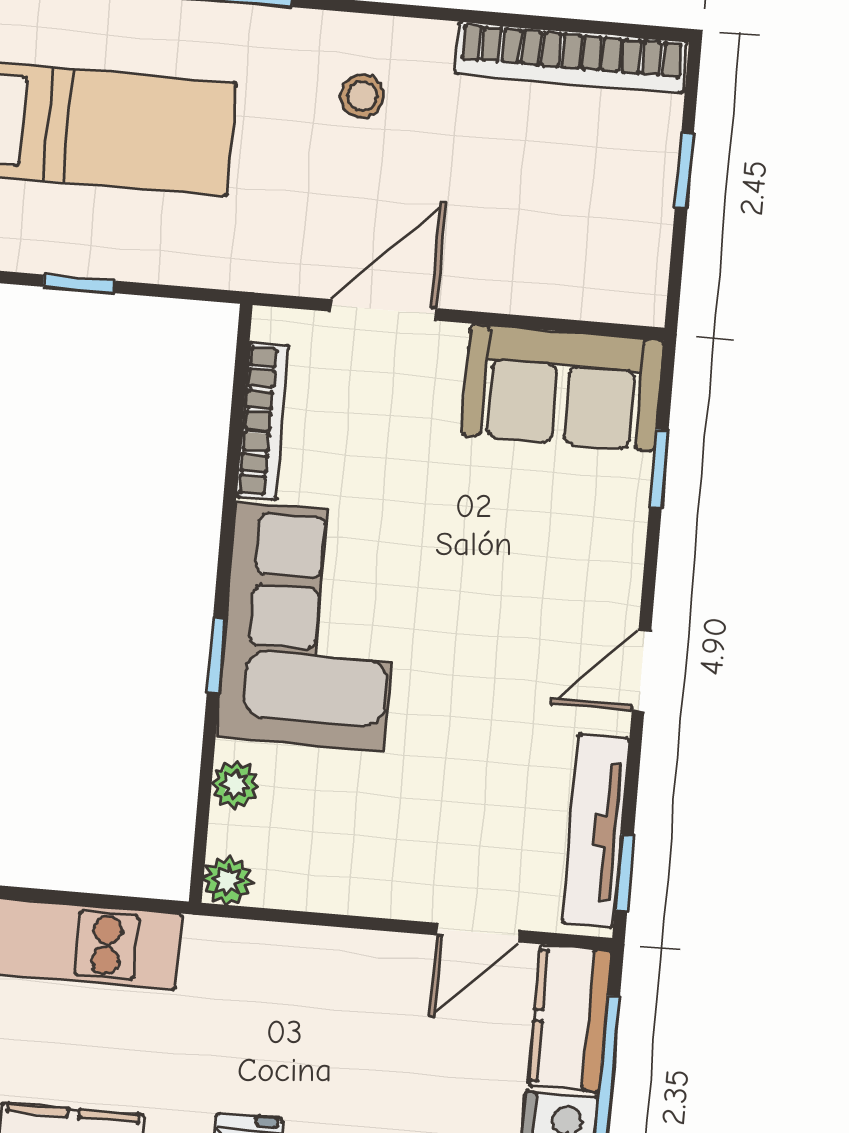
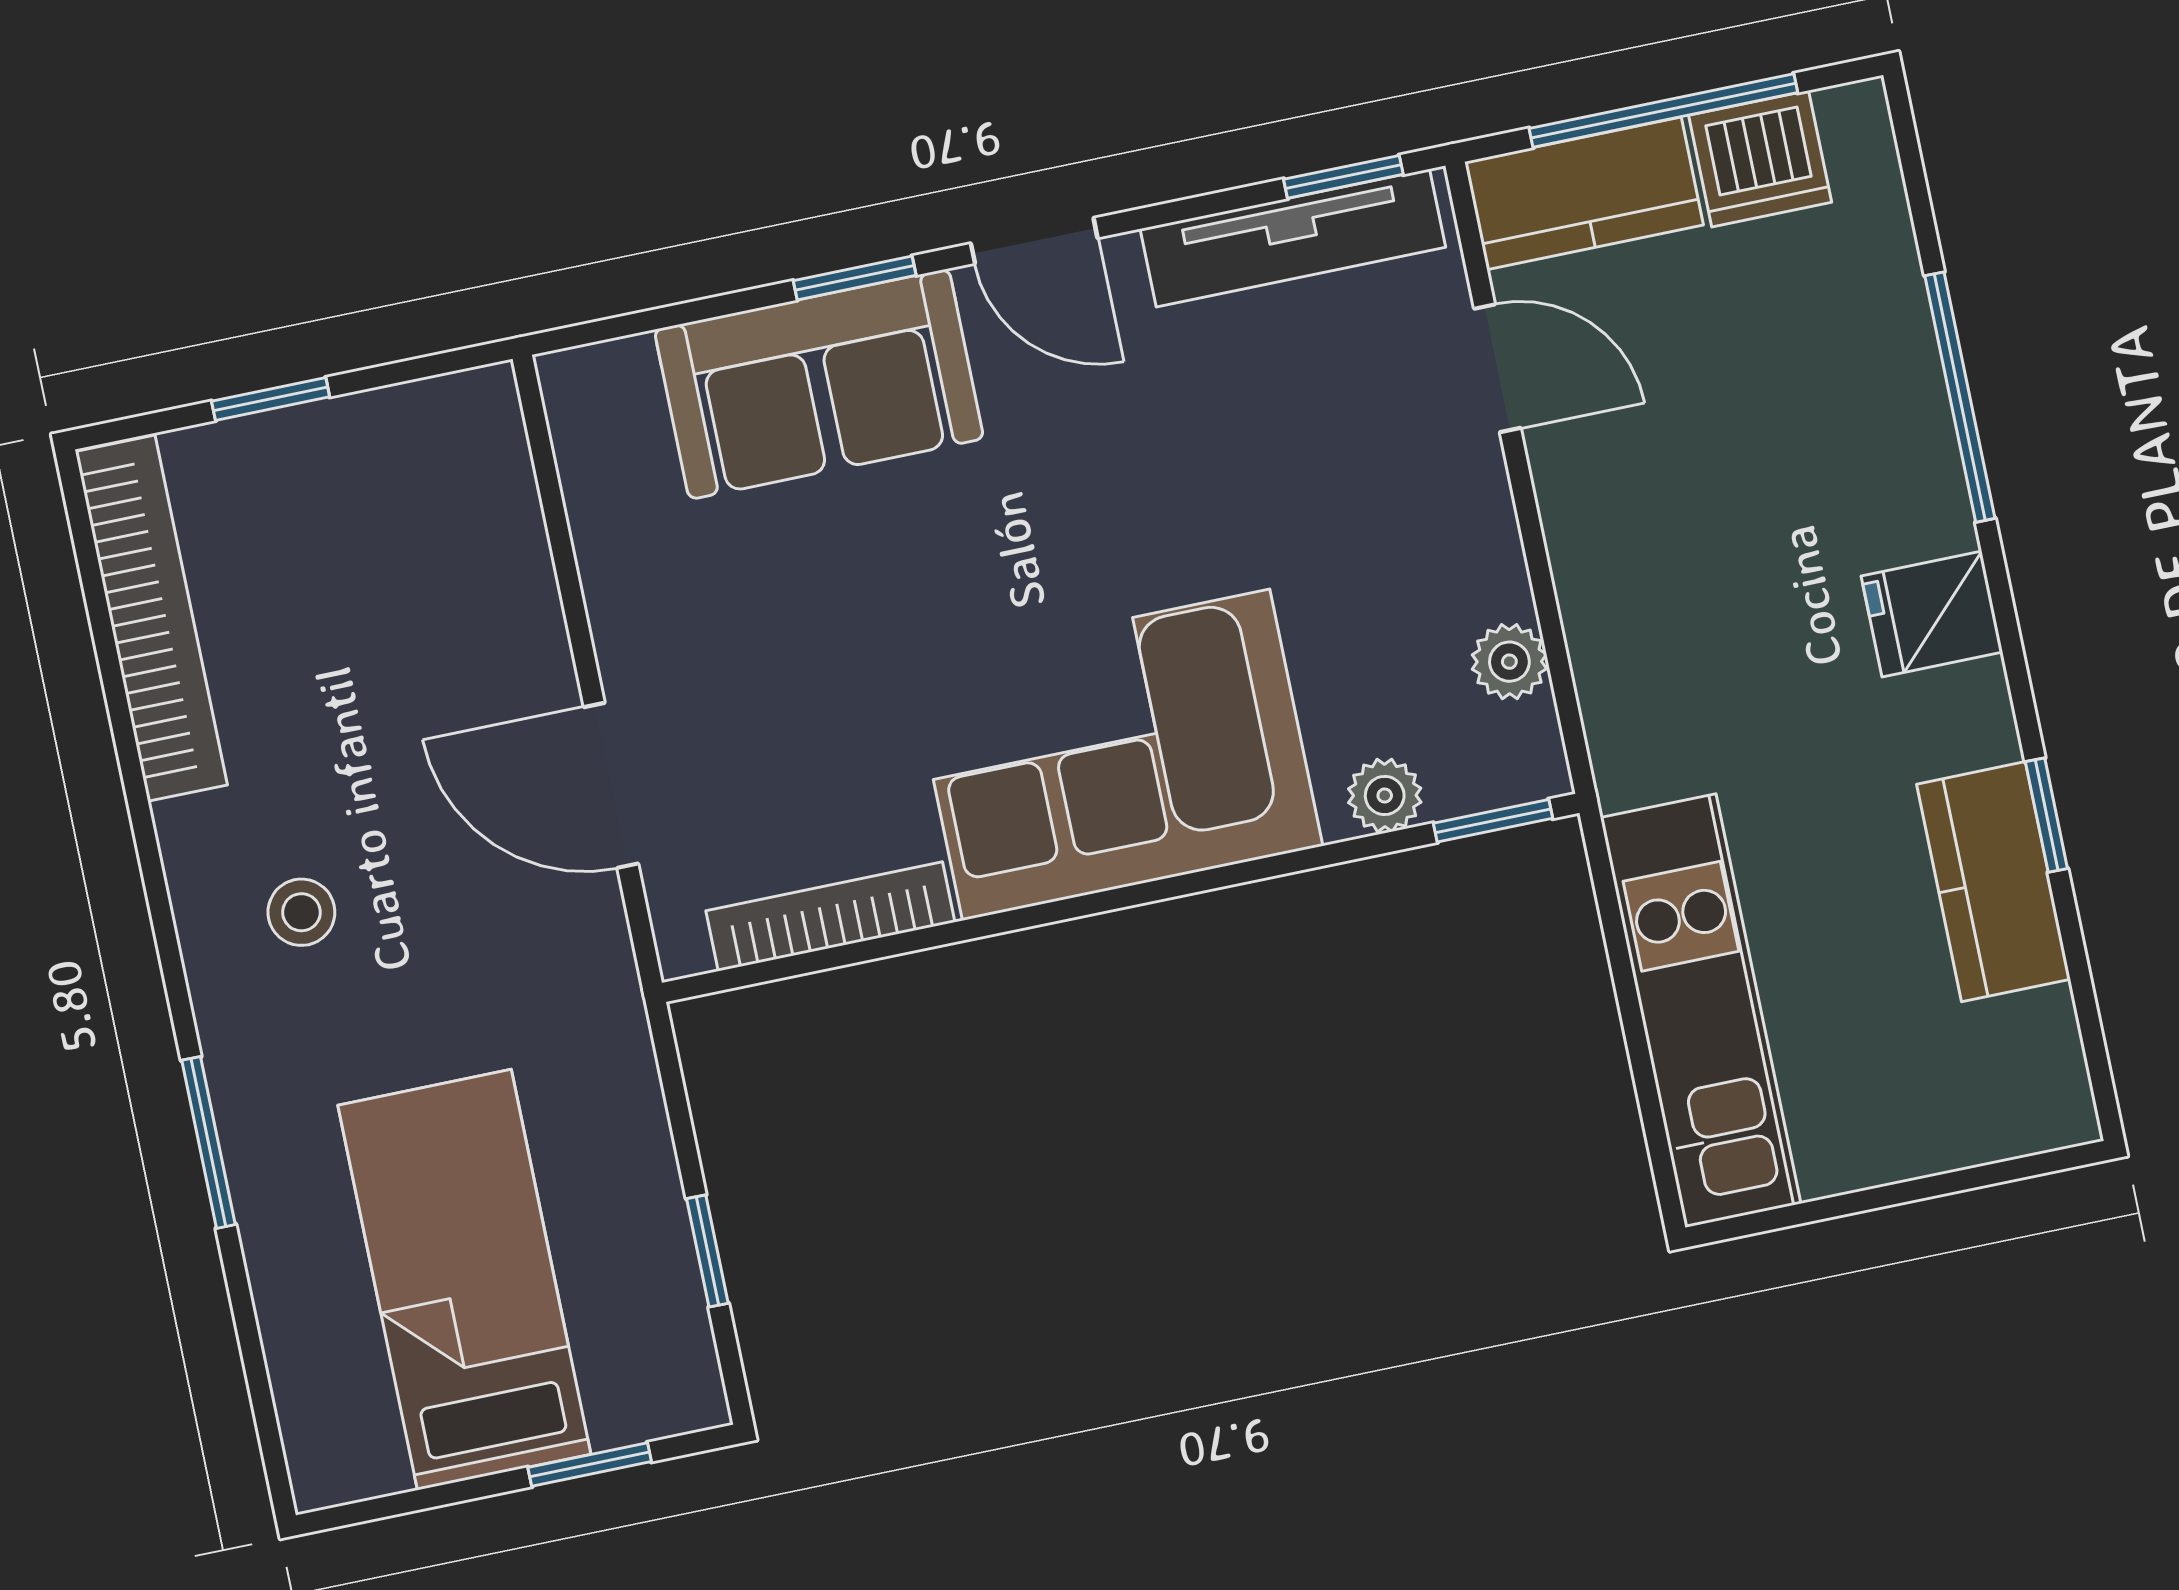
sofa: (562, 388) -> (819, 384), moved, turned 90
window: (659, 469) -> (855, 278), moved
window: (216, 656) -> (1493, 821), moved
plant: (228, 880) -> (1509, 662), moved

